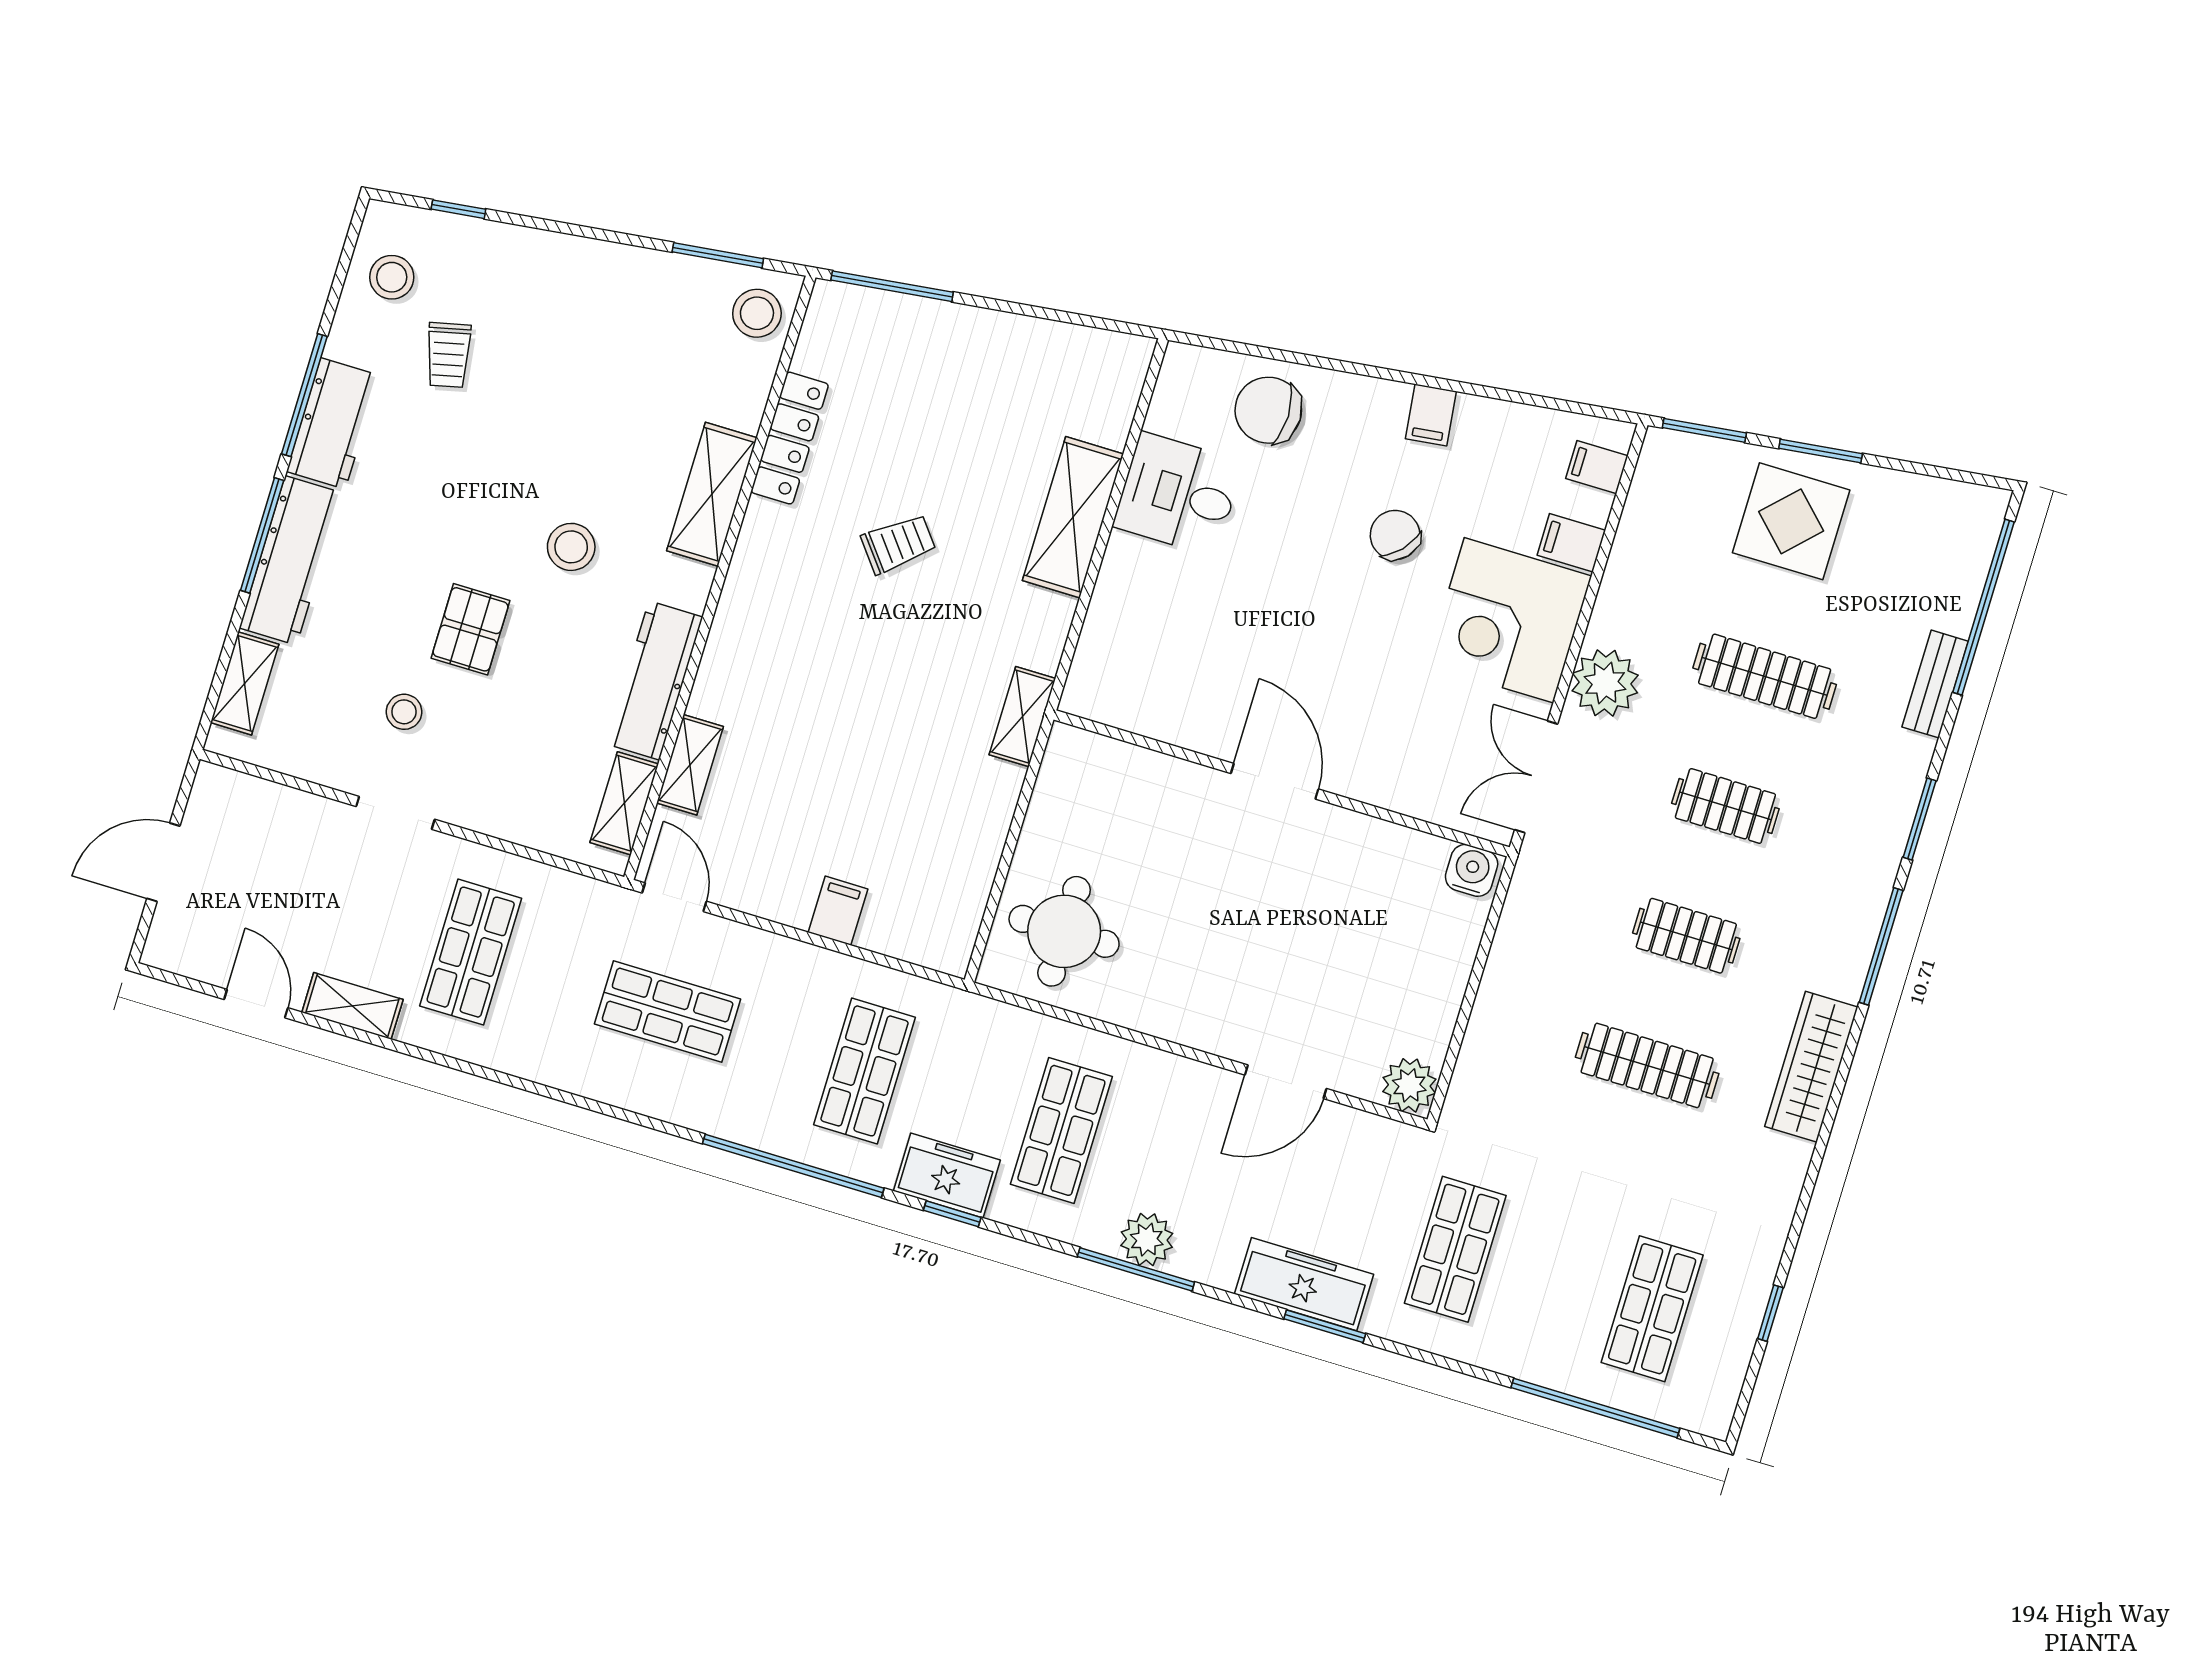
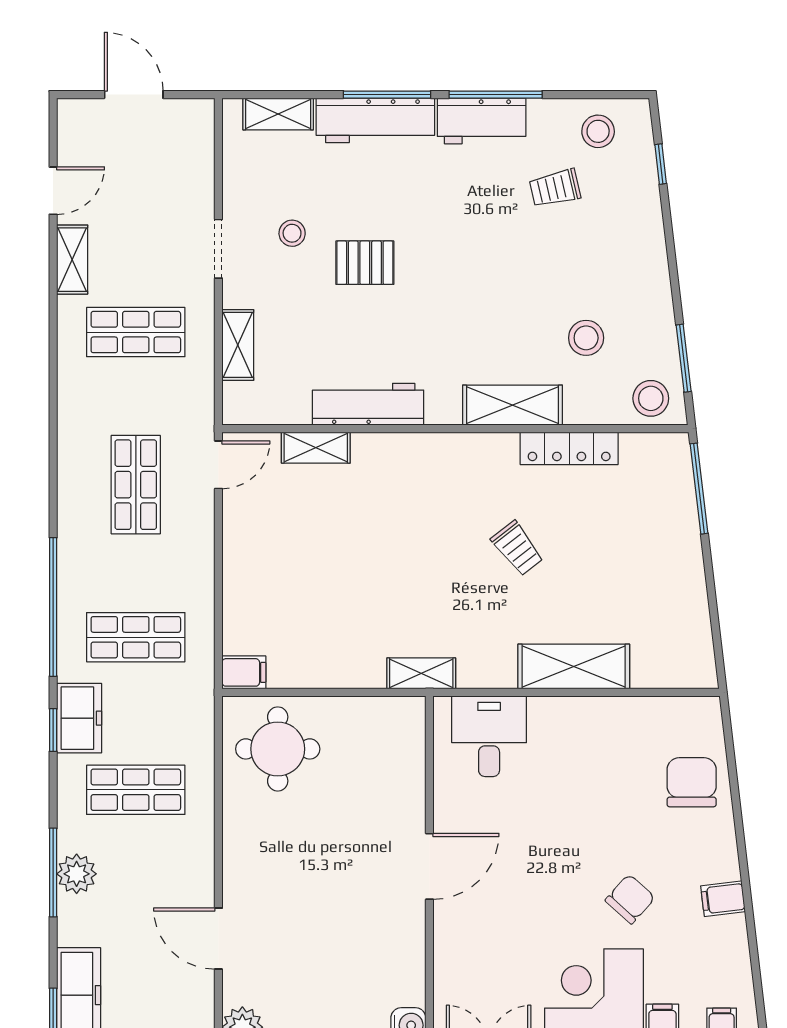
desk: (1178, 494) -> (489, 736), moved
stool: (571, 547) -> (586, 338), moved
shelving: (624, 803) -> (238, 345), moved, turned 90
filing cabinet: (838, 911) -> (244, 672), moved

